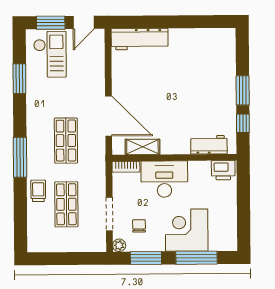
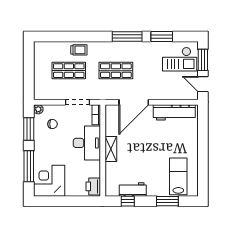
workbench: (140, 39) -> (174, 112), moved, turned -90
lab bench: (209, 55) -> (178, 176), added
window: (243, 90) -> (167, 201), moved
workbench: (209, 145) -> (133, 190), moved, turned -90
shelving: (142, 147) -> (111, 149), moved
window: (20, 157) -> (127, 37), moved
doorway: (109, 214) -> (78, 102), moved
corner desk: (187, 230) -> (49, 181), moved, turned -90

